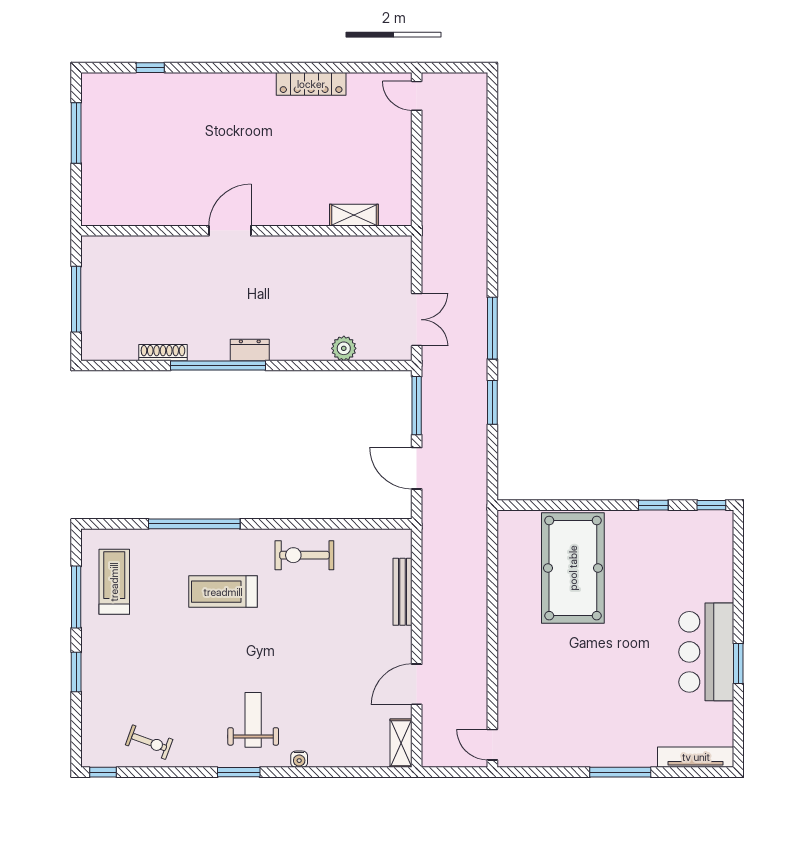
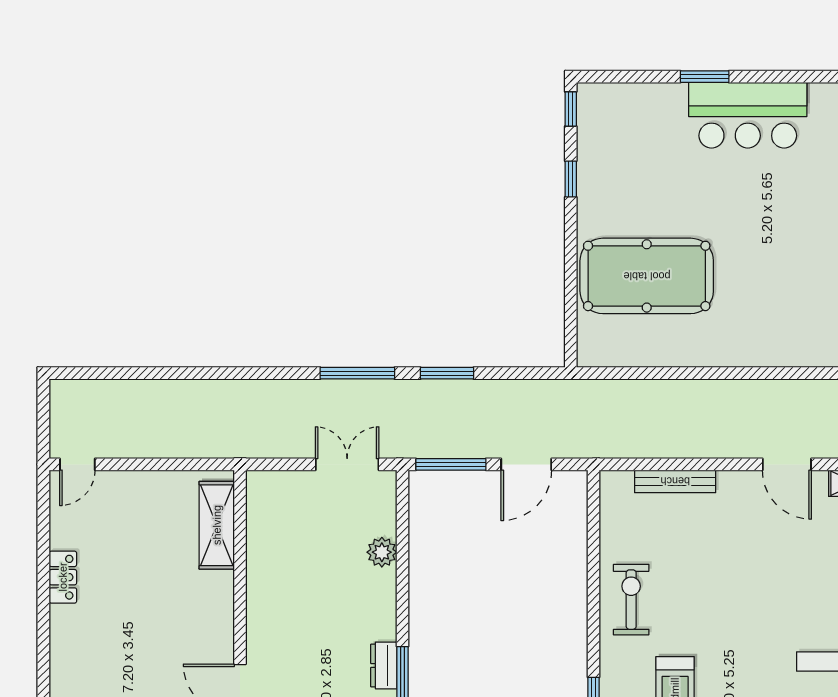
locker: (311, 84) -> (63, 577), width x0.66
shelving: (354, 215) -> (217, 525), width x1.50, depth x1.33
exercise bike: (304, 555) -> (631, 600), turned 180
window: (738, 664) -> (705, 77), moved

